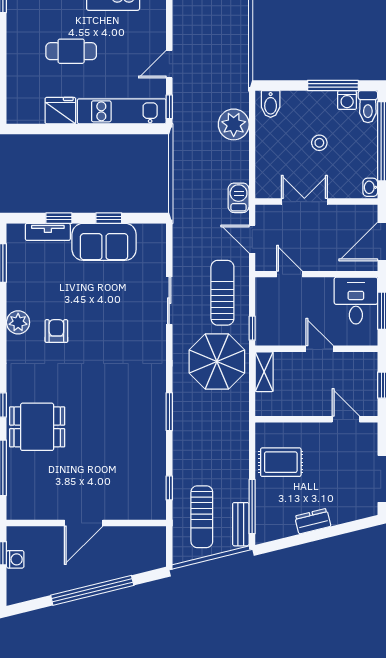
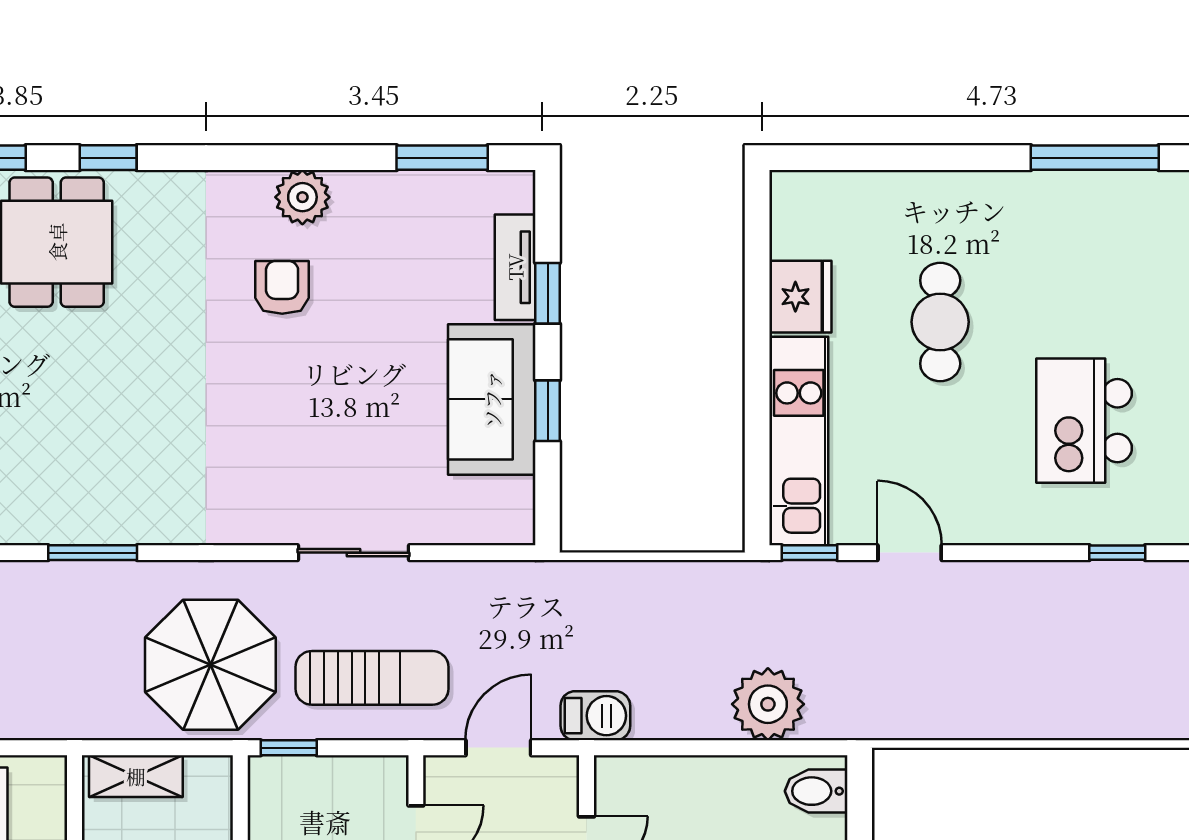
armchair: (56, 331) -> (282, 287), turned -90
shelving: (264, 372) -> (136, 776), moved

